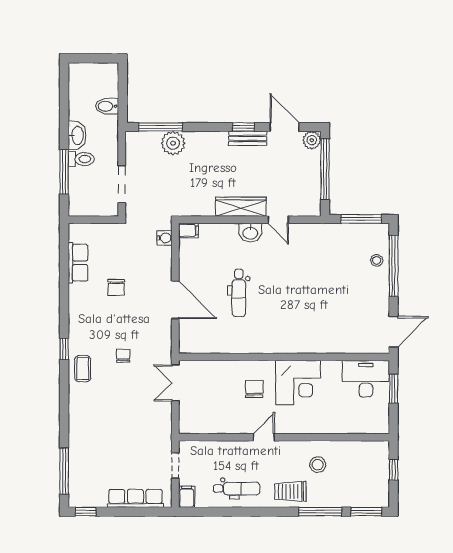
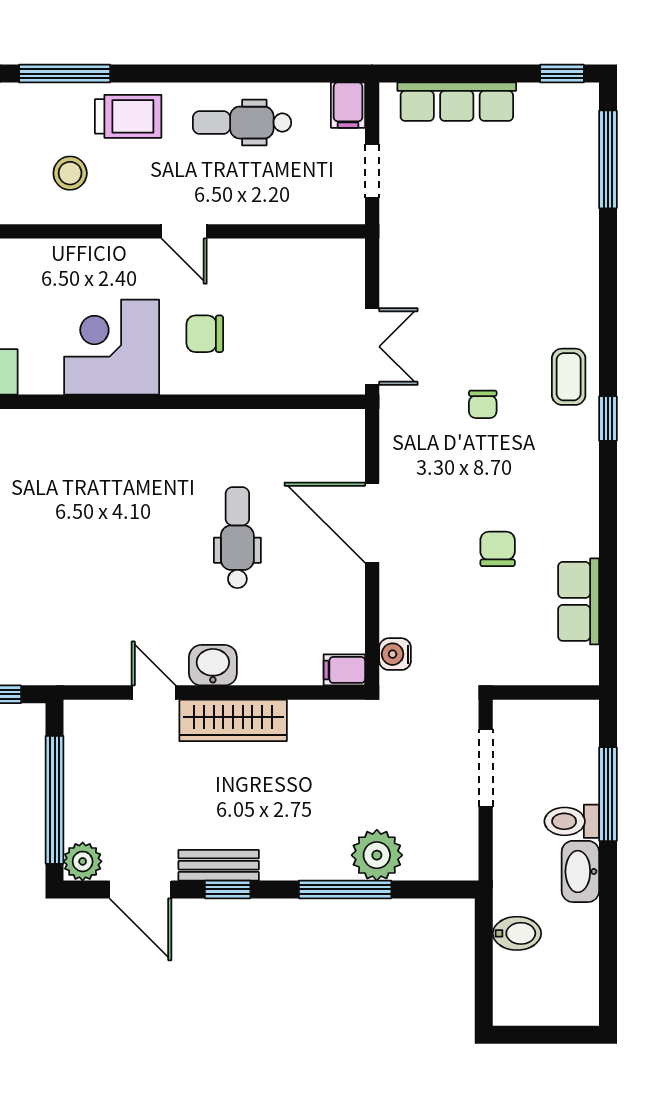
window: (160, 127) -> (345, 889), moved
chair: (254, 389) -> (205, 334), turned 90
door: (264, 437) -> (184, 231), hinge flipped

